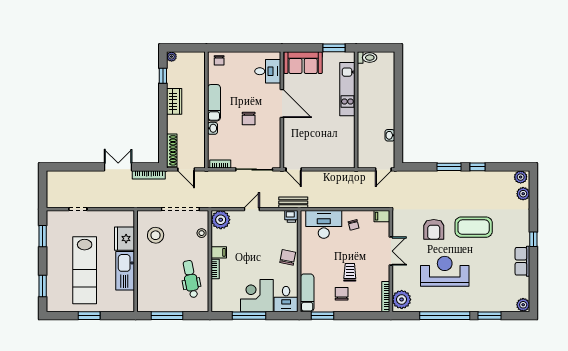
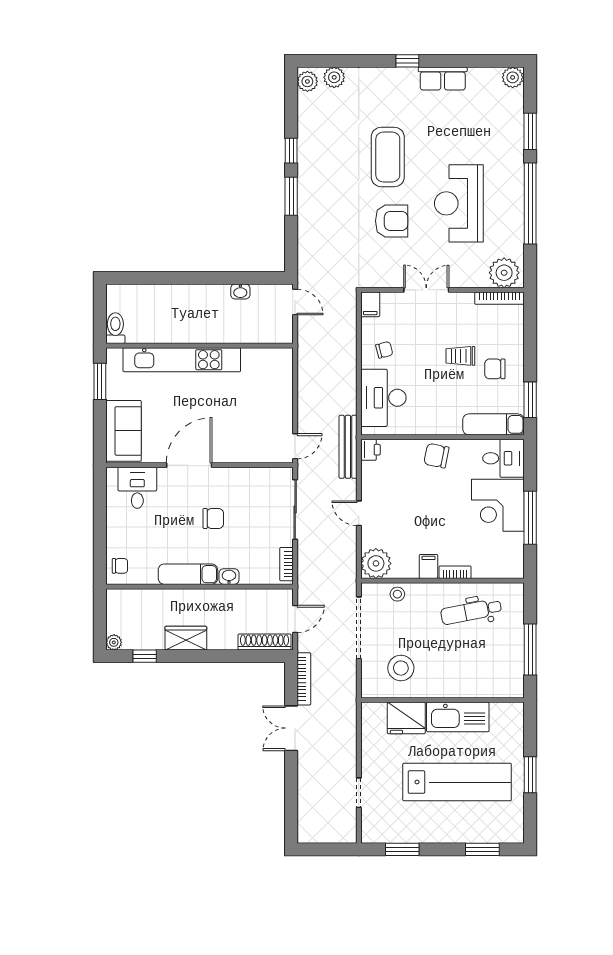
kitchen unit: (347, 89) -> (182, 360), width x1.36
bench: (293, 202) -> (348, 447), width x1.36

